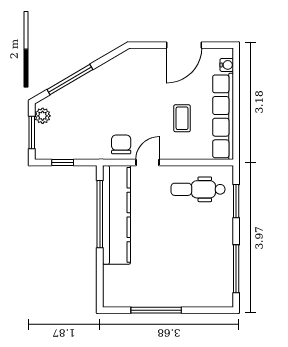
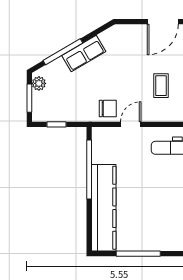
row of seats: (94, 81) -> (84, 53), added
chair: (121, 144) -> (108, 108), turned 90
kitchen counter: (117, 215) -> (104, 208), moved

